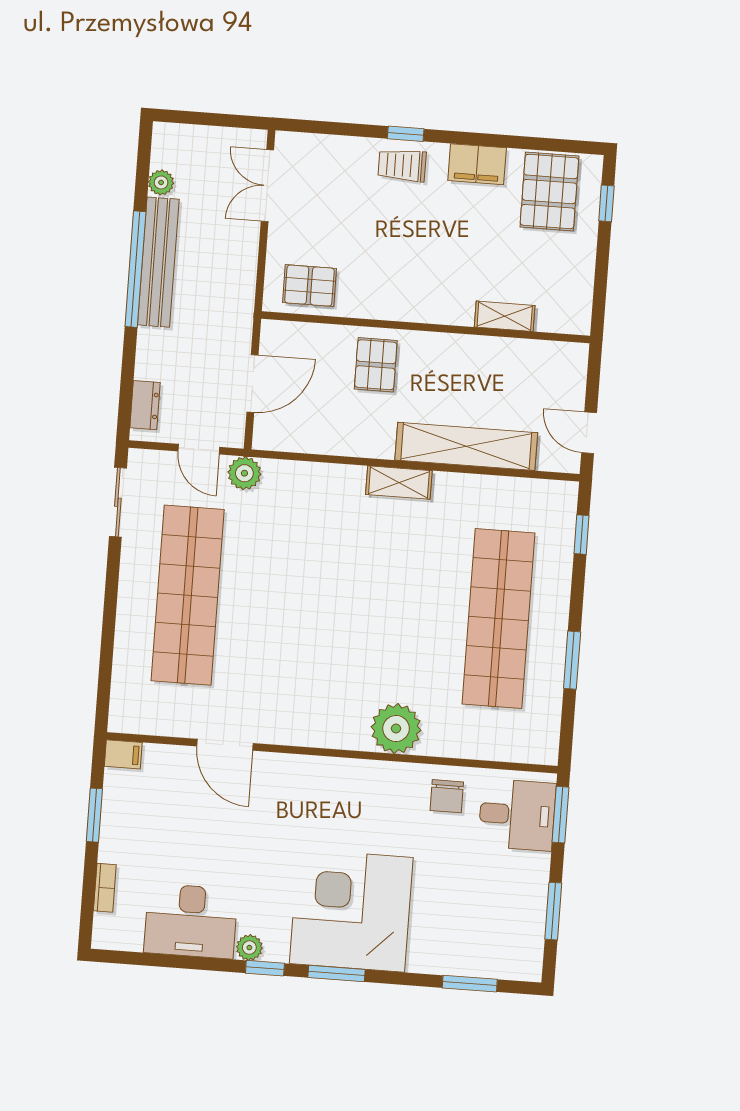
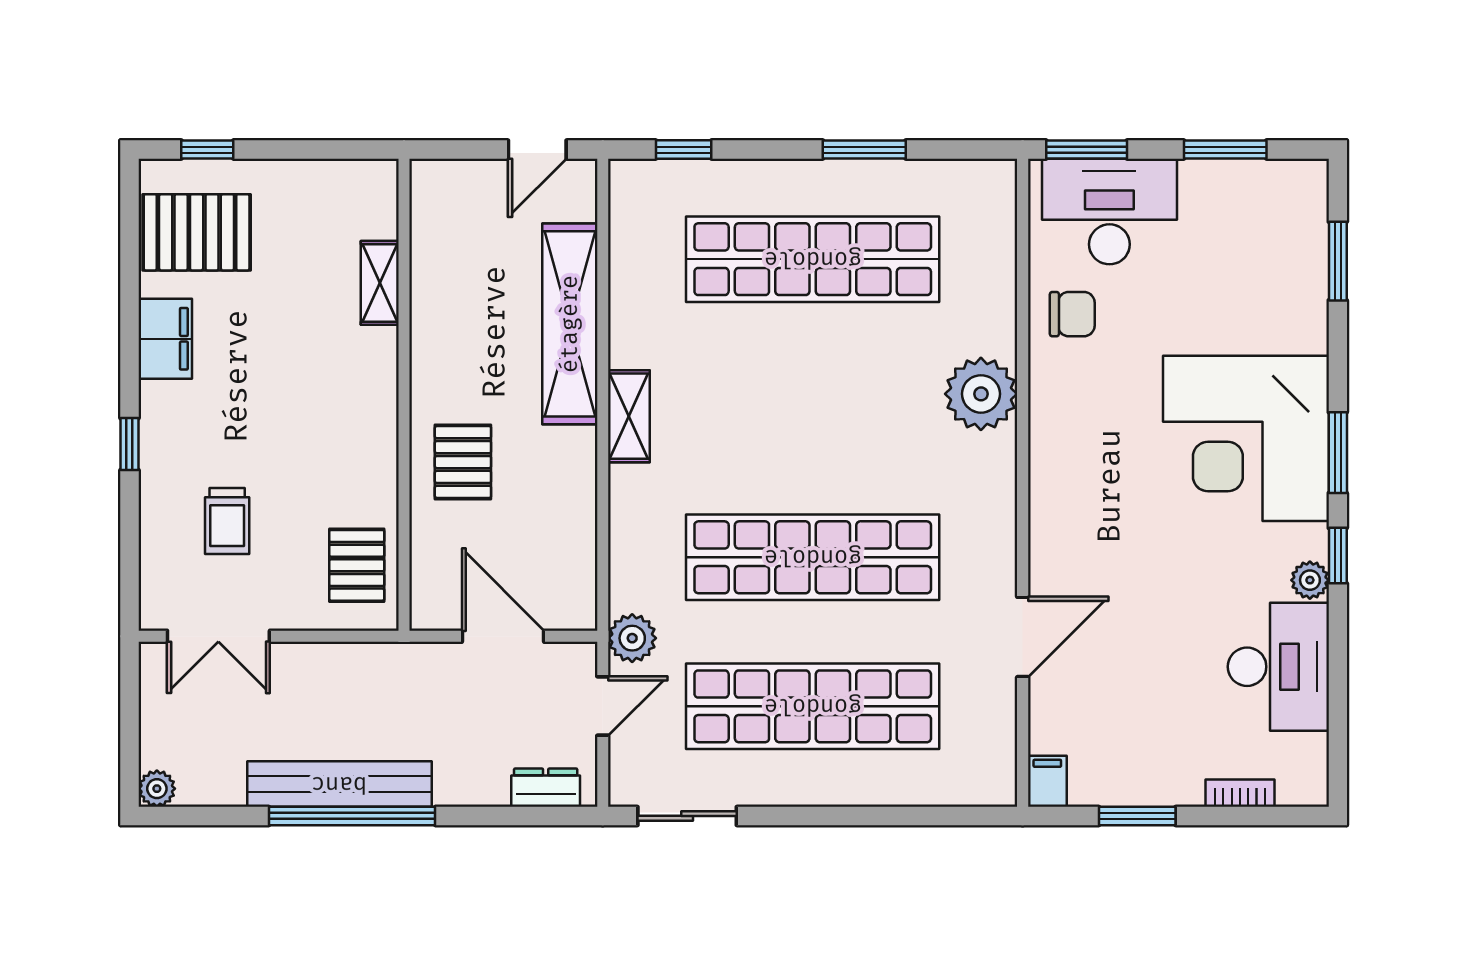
trolley: (402, 165) -> (227, 521), moved
plant: (161, 182) -> (157, 789), moved
pallet: (376, 365) -> (463, 462), turned 90
shop shelf: (291, 603) -> (813, 557), added
desk: (517, 815) -> (1109, 212), width x1.37

